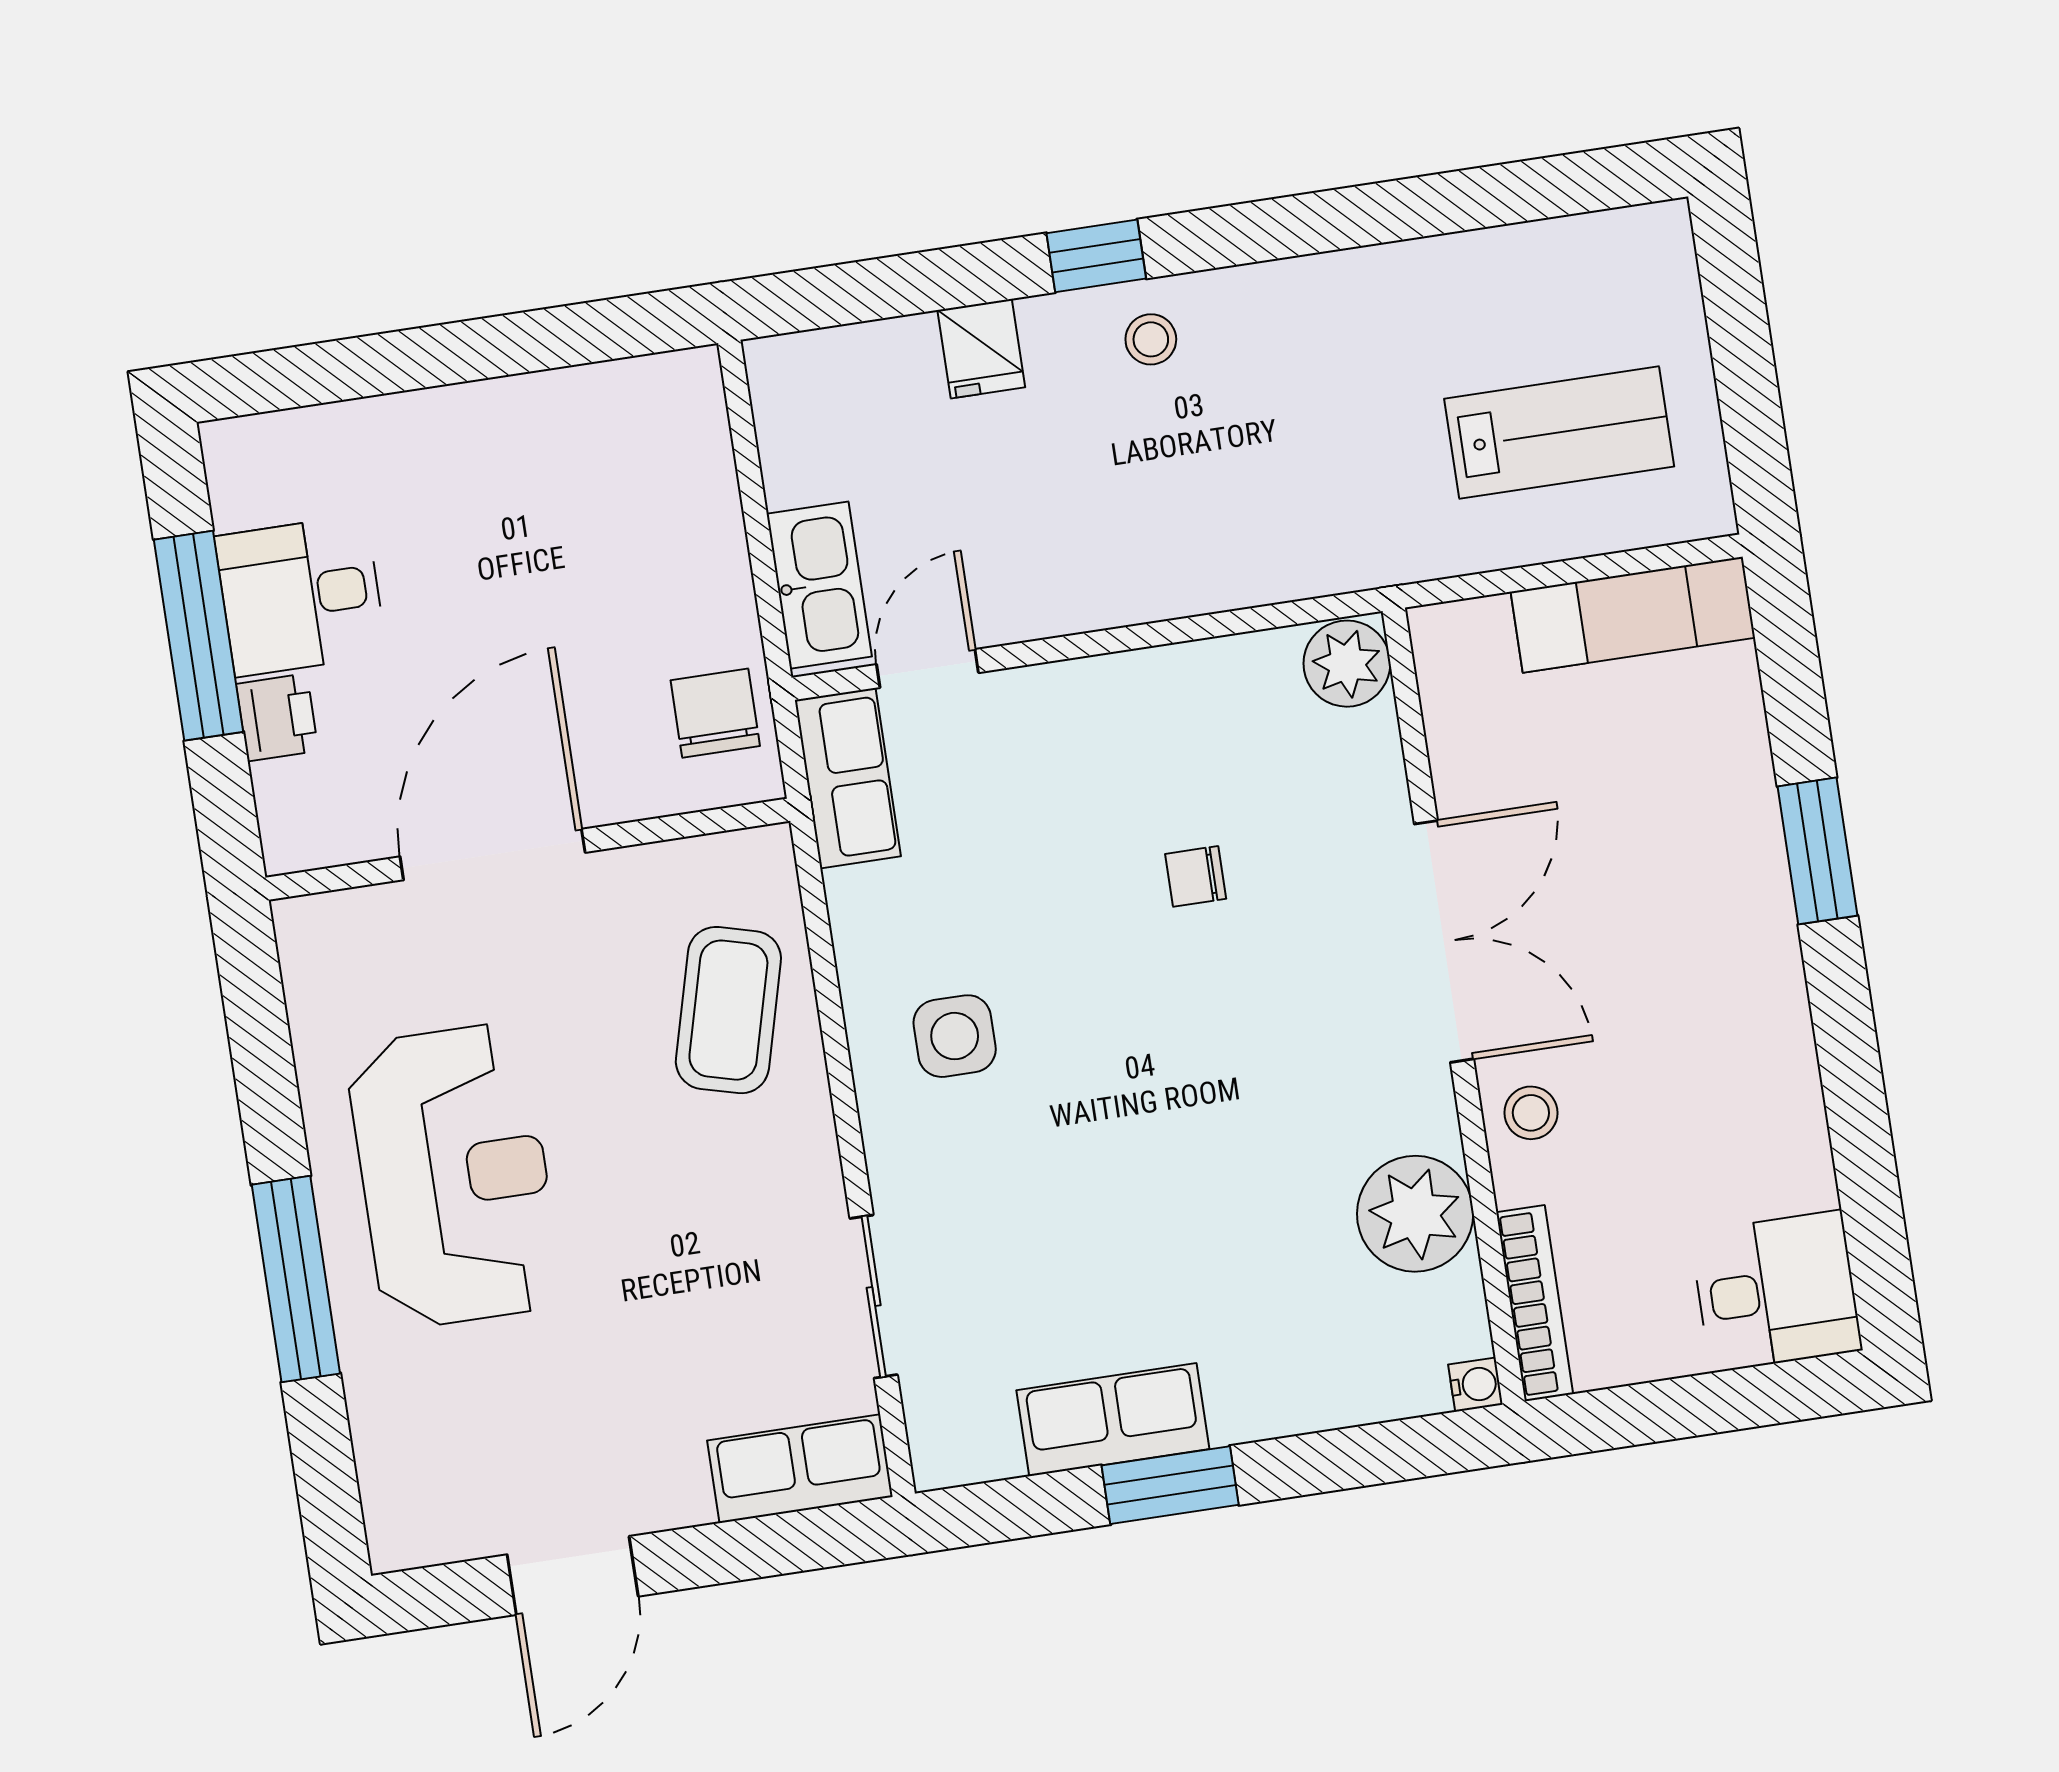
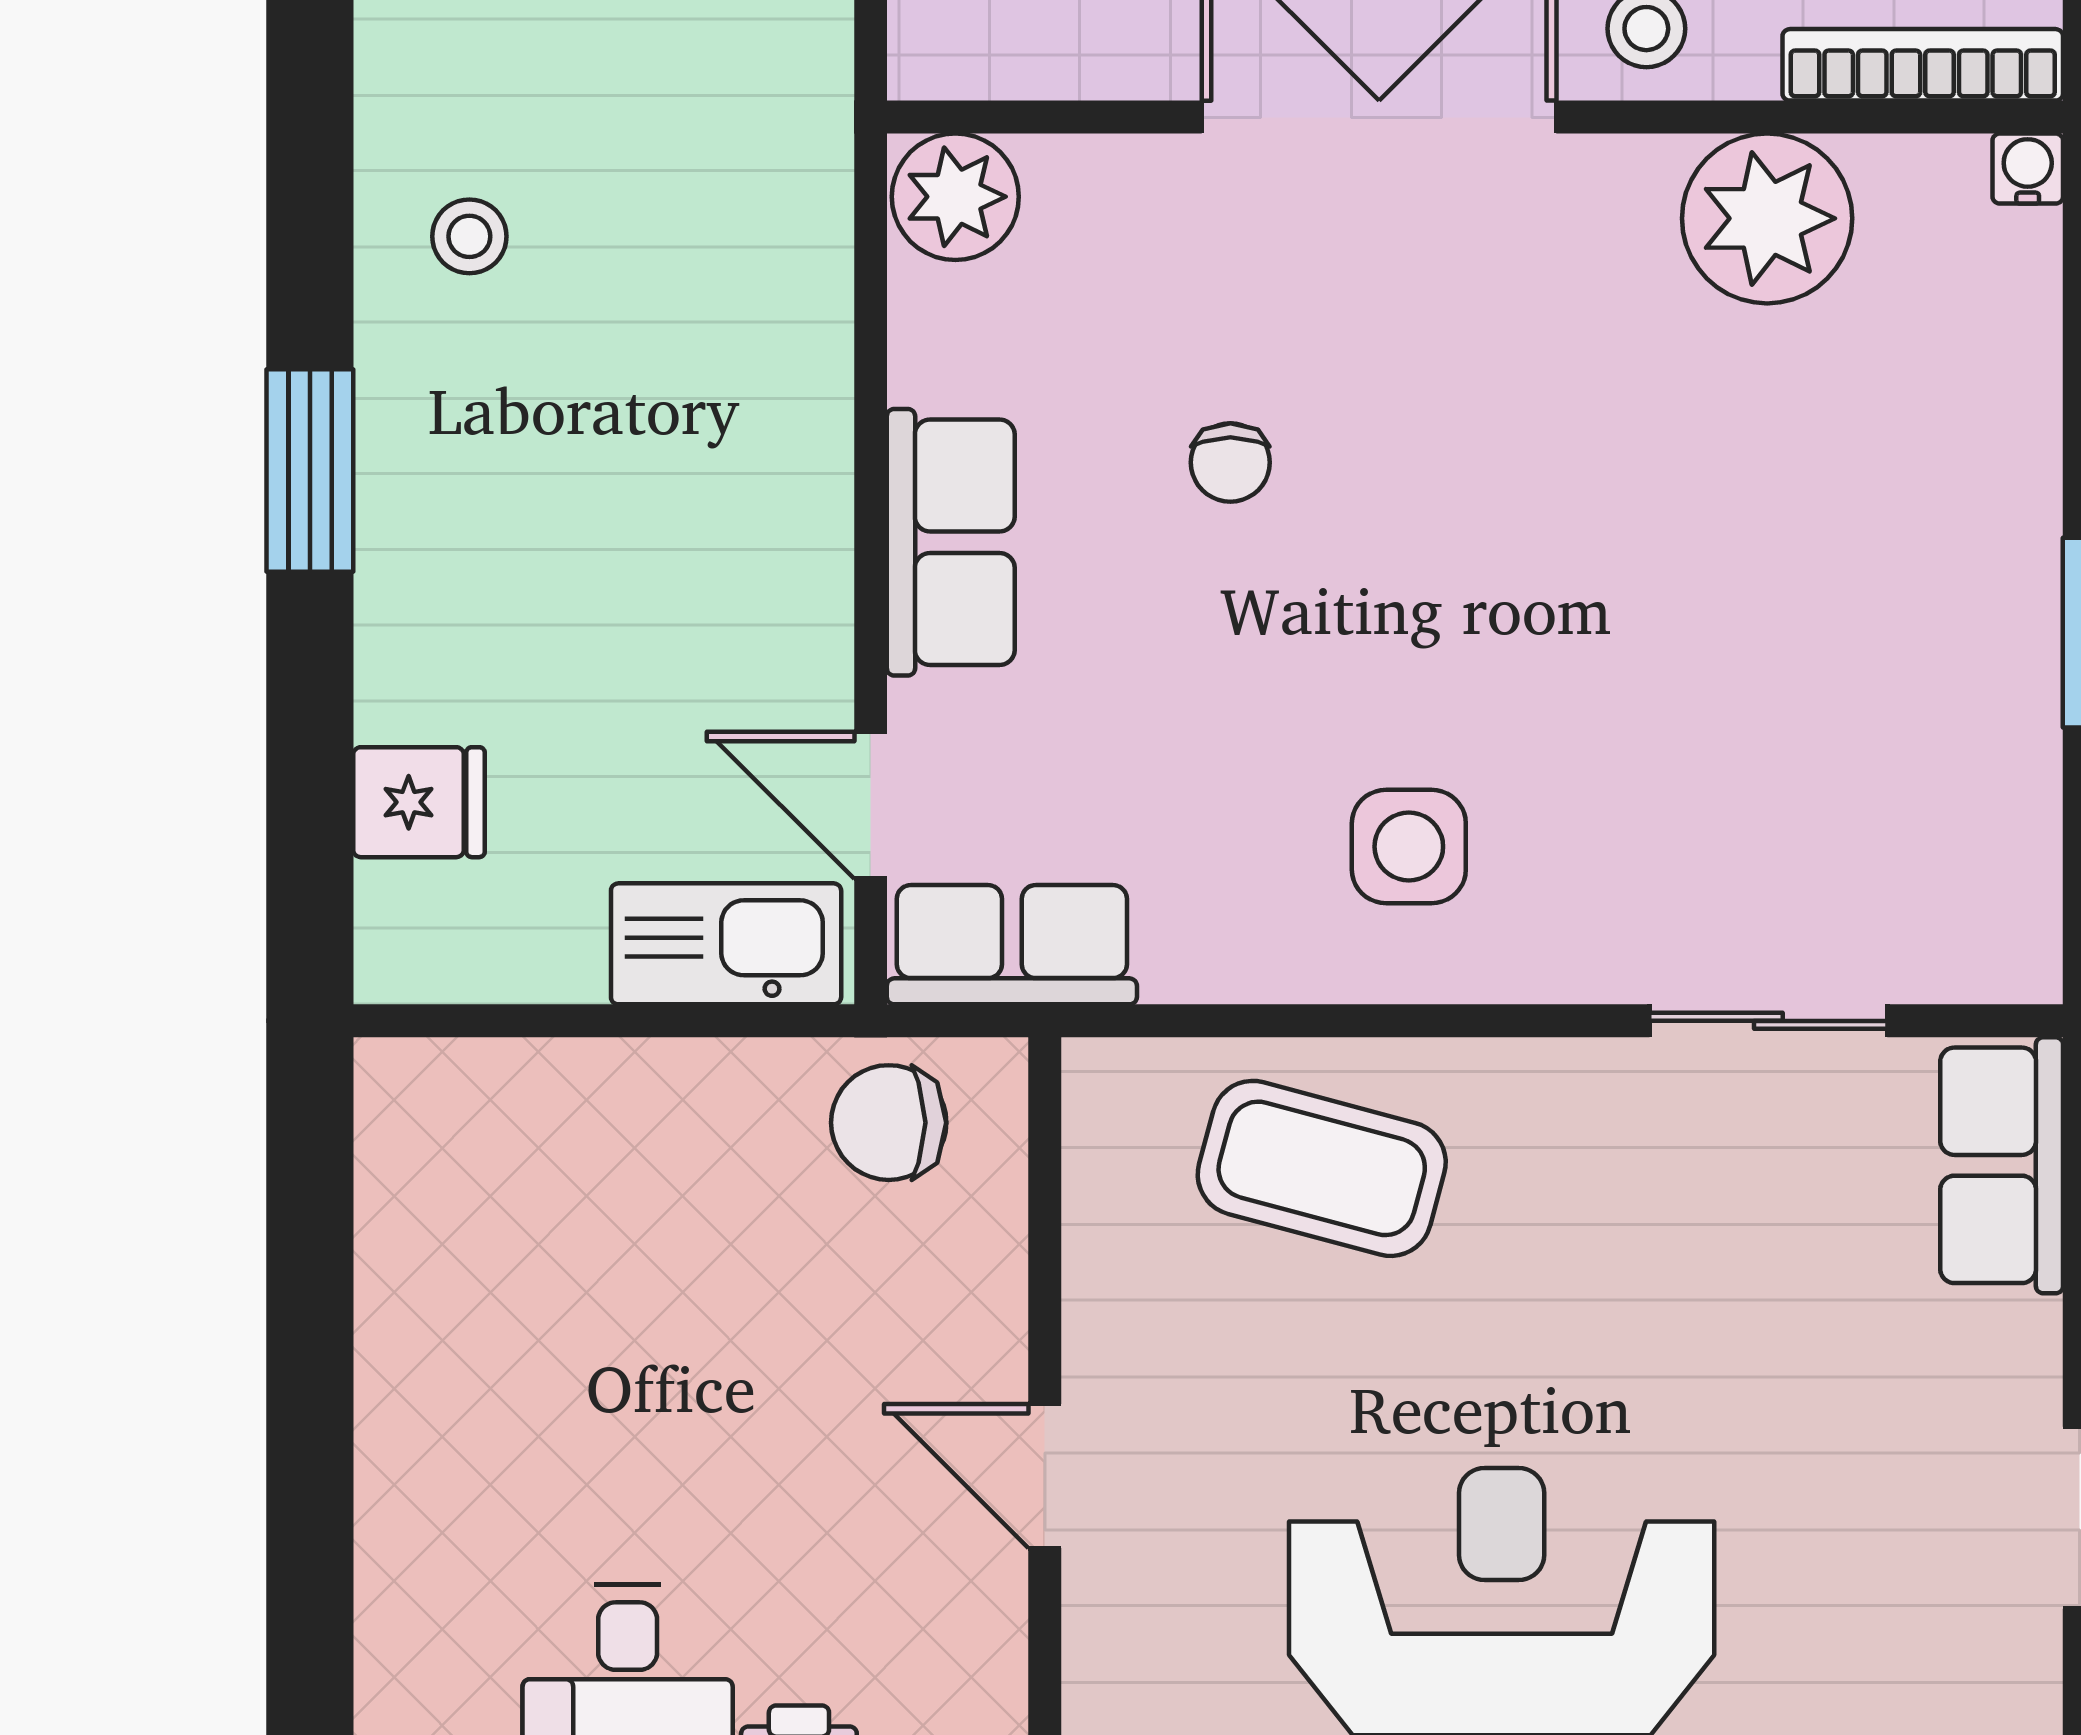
window: (1096, 256) -> (310, 470), width x1.50
stool: (1151, 339) -> (469, 236), moved
fridge: (981, 349) -> (419, 802), moved
door: (493, 855) -> (1045, 1476), width x0.53
row of seats: (1113, 1420) -> (951, 542), moved, turned 180

